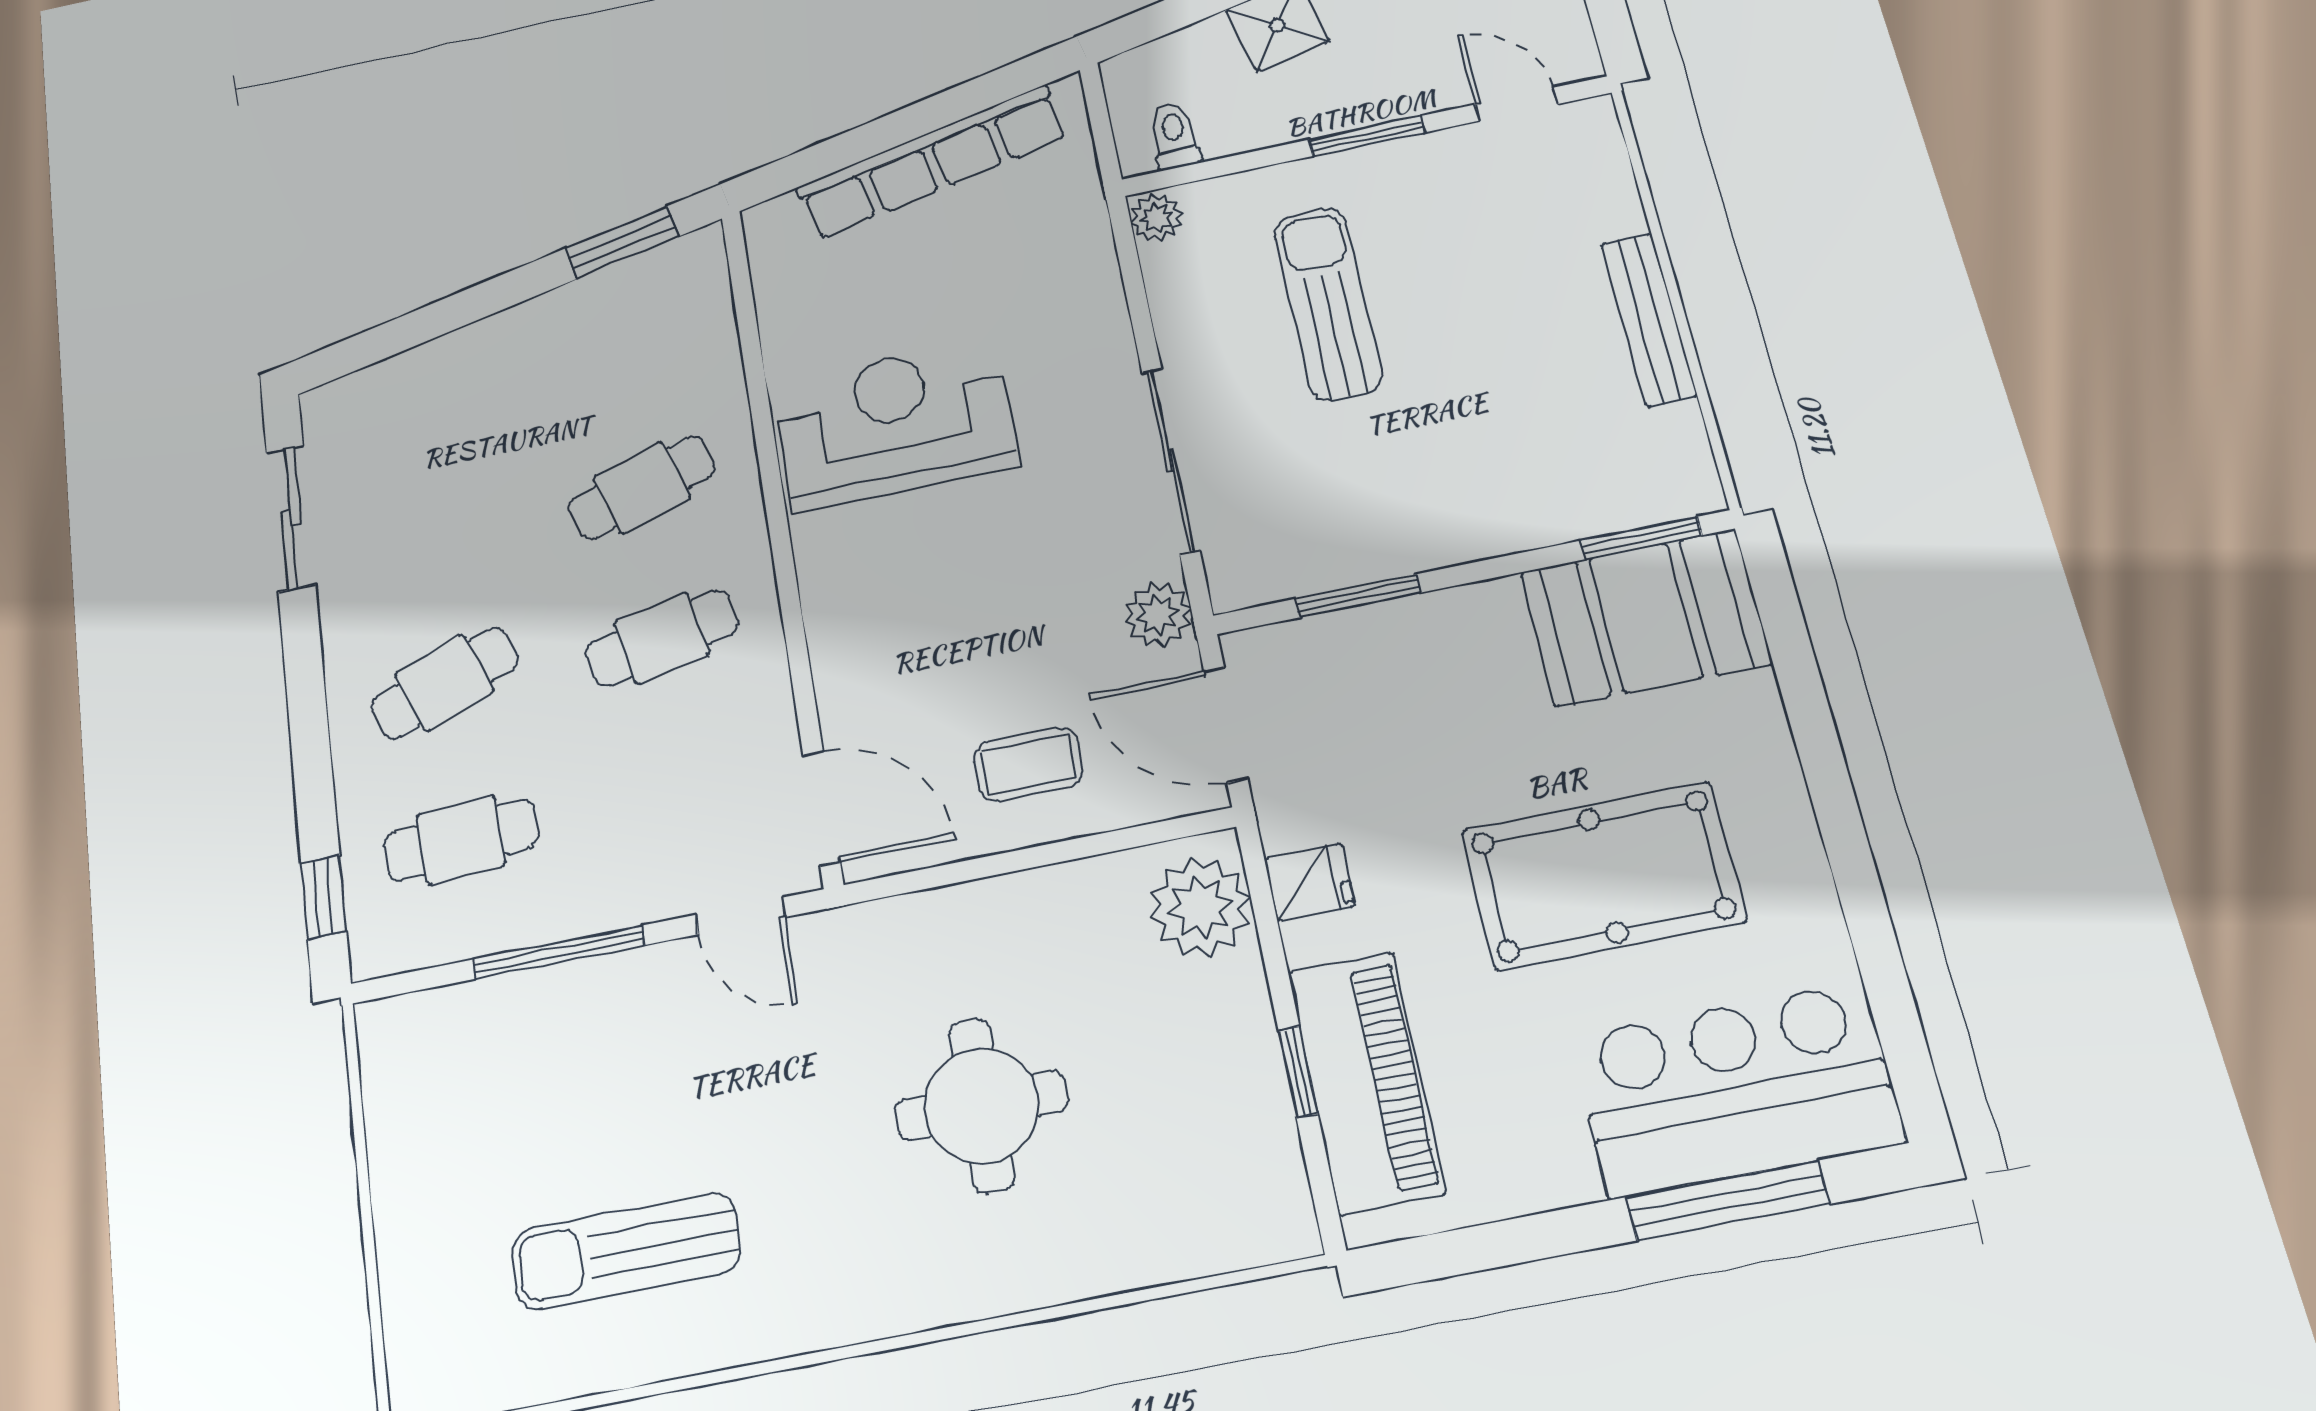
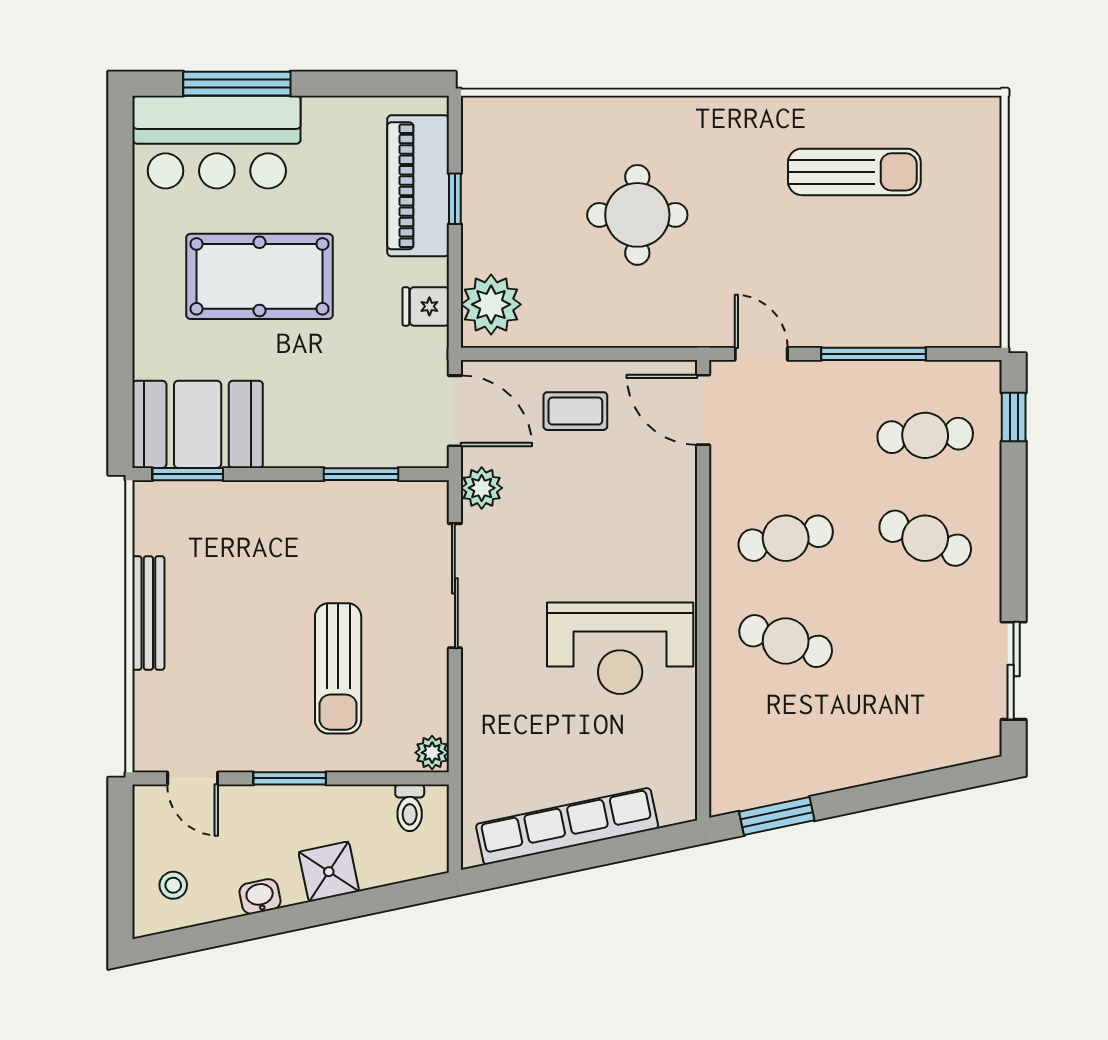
cafe table: (642, 488) -> (786, 641), turned 36
cafe table: (444, 683) -> (925, 538), turned 42

